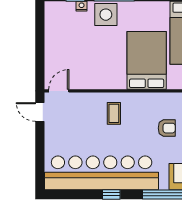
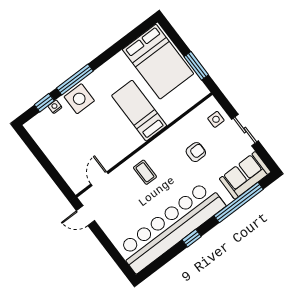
bed: (147, 60) -> (139, 111), width x0.67
door: (59, 91) -> (99, 179), moved

